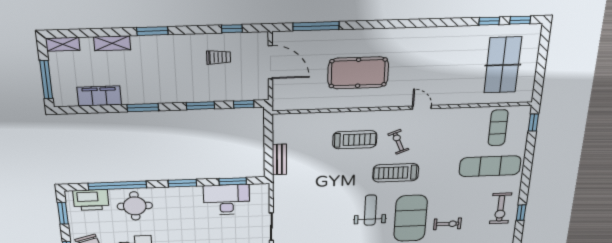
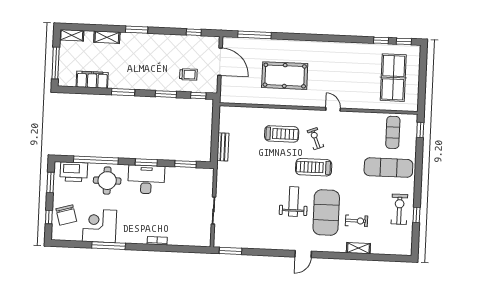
trolley: (219, 57) -> (188, 74), moved
desk: (227, 200) -> (146, 180), moved
exercise bike: (501, 208) -> (399, 209), turned 180

